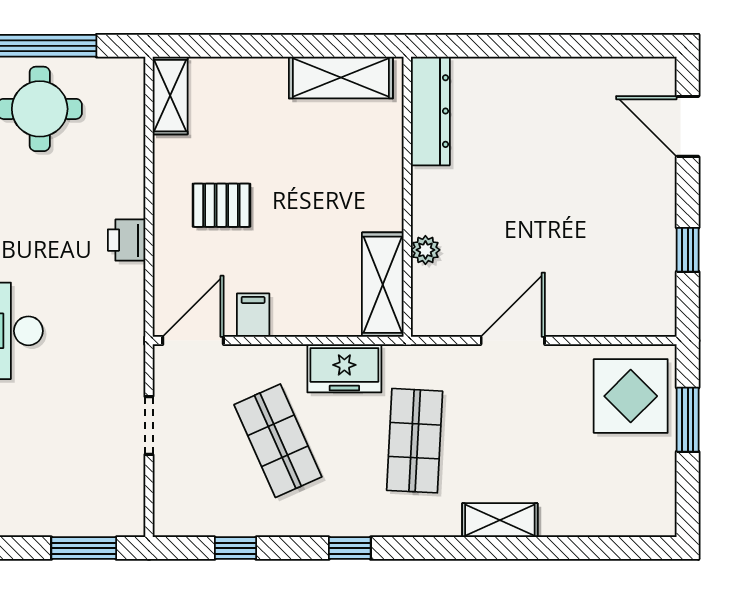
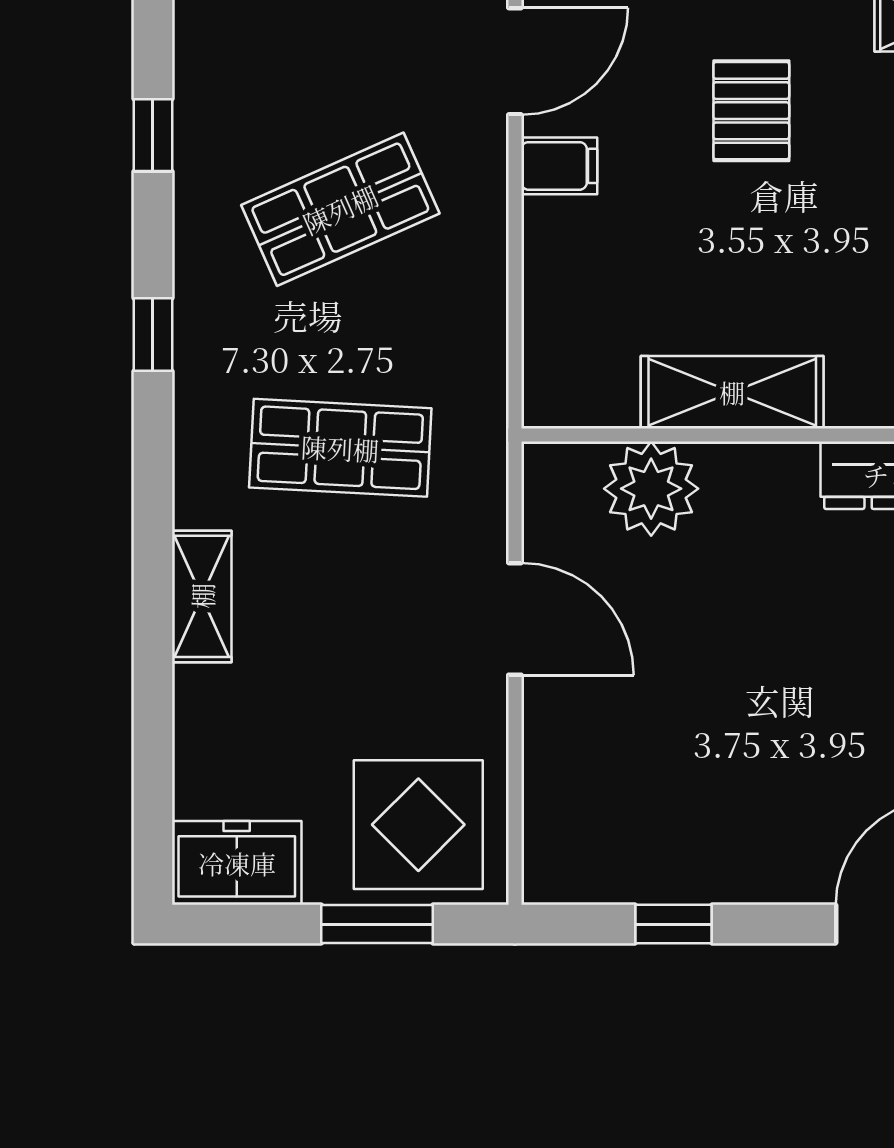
plant: (425, 250) -> (651, 489), width x1.87, depth x1.87
shelving: (383, 285) -> (732, 392), moved
door: (193, 341) -> (515, 61), hinge flipped
freezer: (344, 368) -> (237, 863), moved, turned 90

